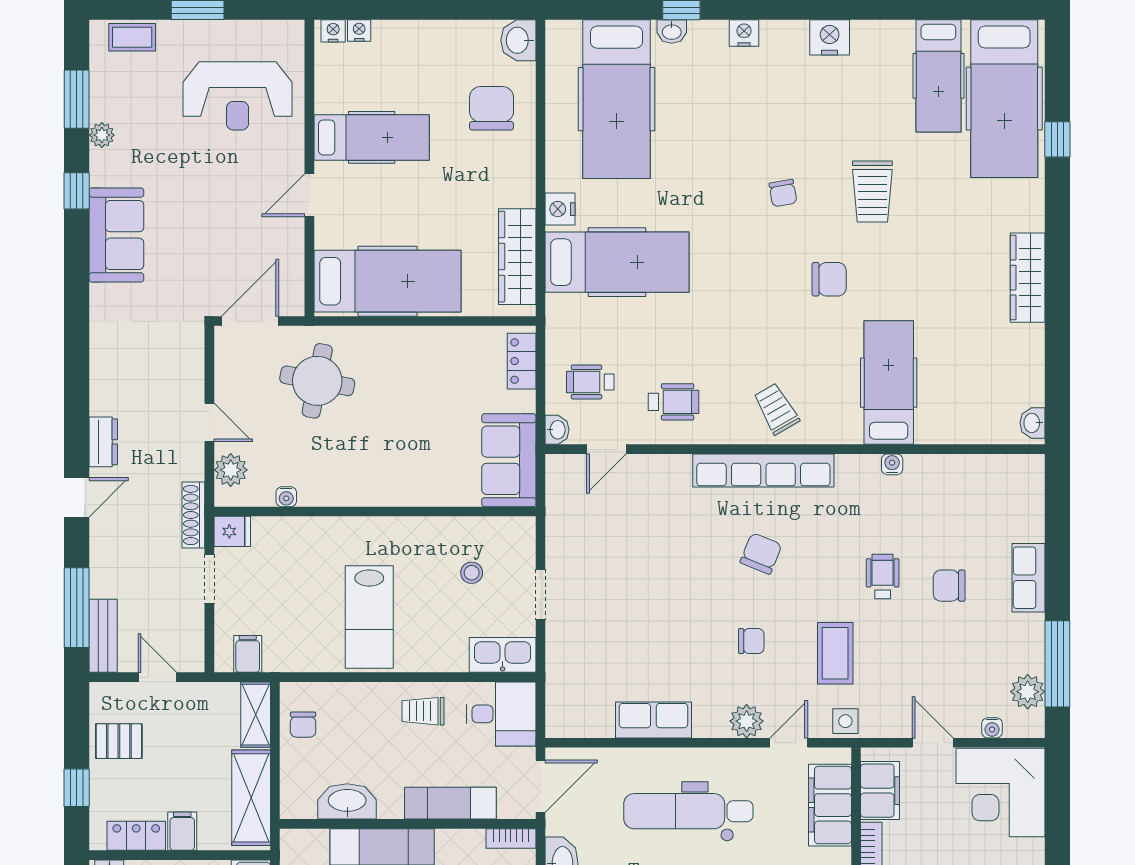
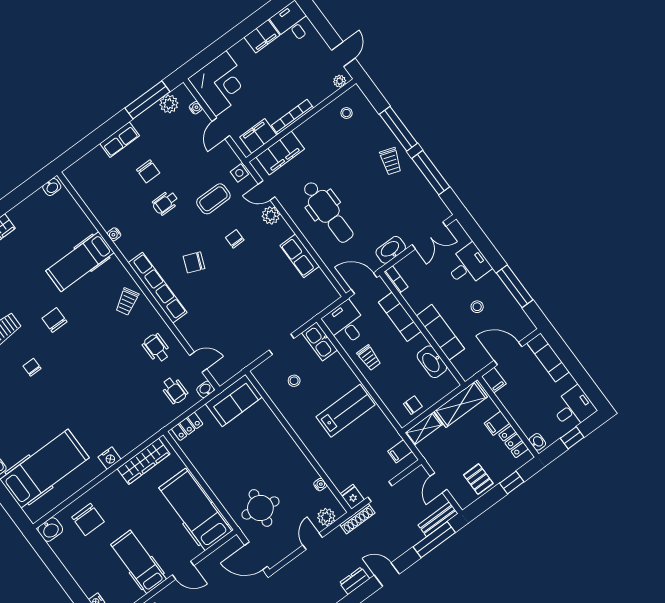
chair: (492, 108) -> (88, 519), turned -90
chair: (783, 193) -> (32, 367), turned -80
hospital bed: (617, 262) -> (114, 417), removed

